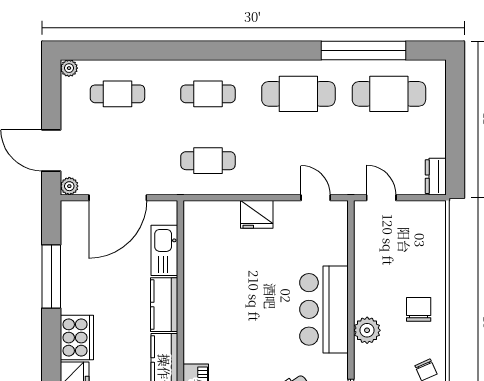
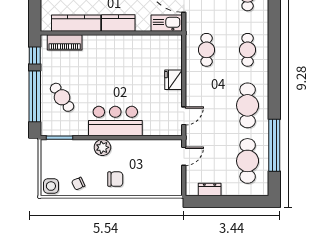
dresser: (436, 177) -> (210, 190), moved
kitchen sink: (164, 250) -> (167, 23), moved

